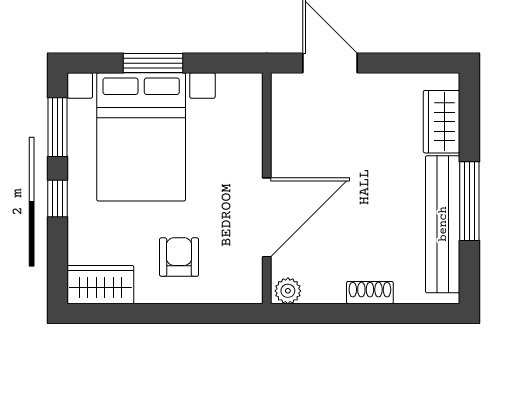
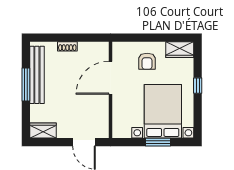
wardrobe: (442, 122) -> (43, 131), moved, turned -90
window: (58, 127) -> (198, 115), removed
plant: (288, 291) -> (102, 47), removed

